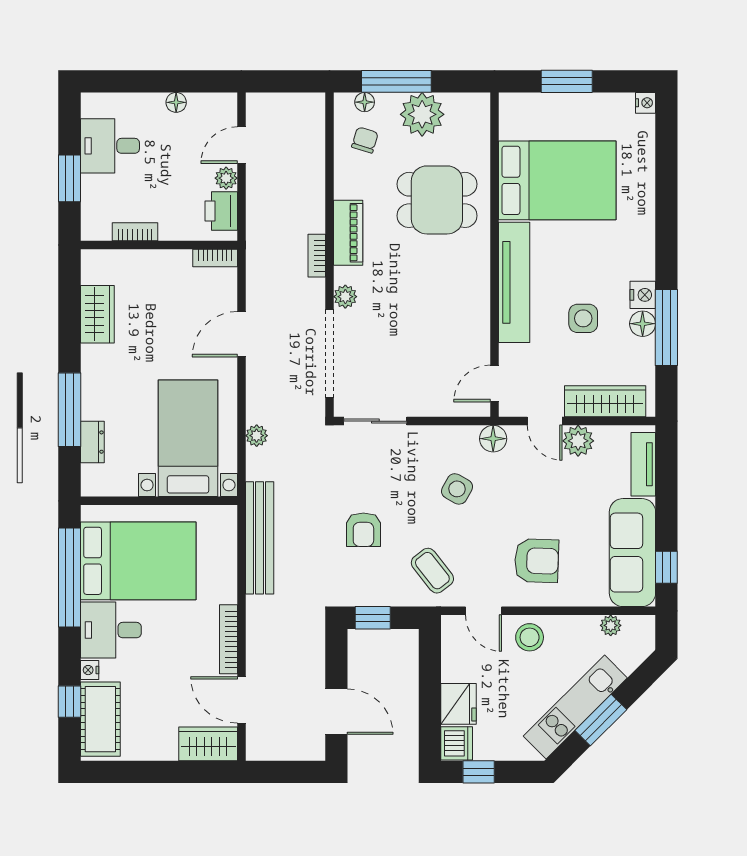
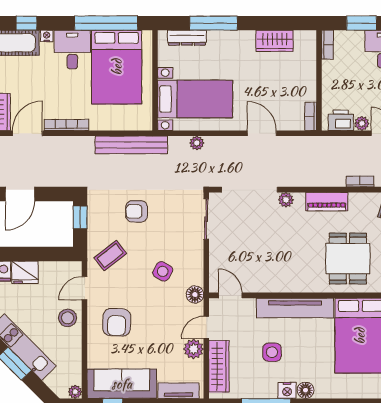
bookcase: (135, 232) -> (327, 45), moved
bookcase: (317, 256) -> (360, 181), moved
floor lamp: (643, 324) -> (306, 390), moved
dresser: (92, 442) -> (187, 38), width x1.44
plant: (611, 625) -> (75, 392), moved

